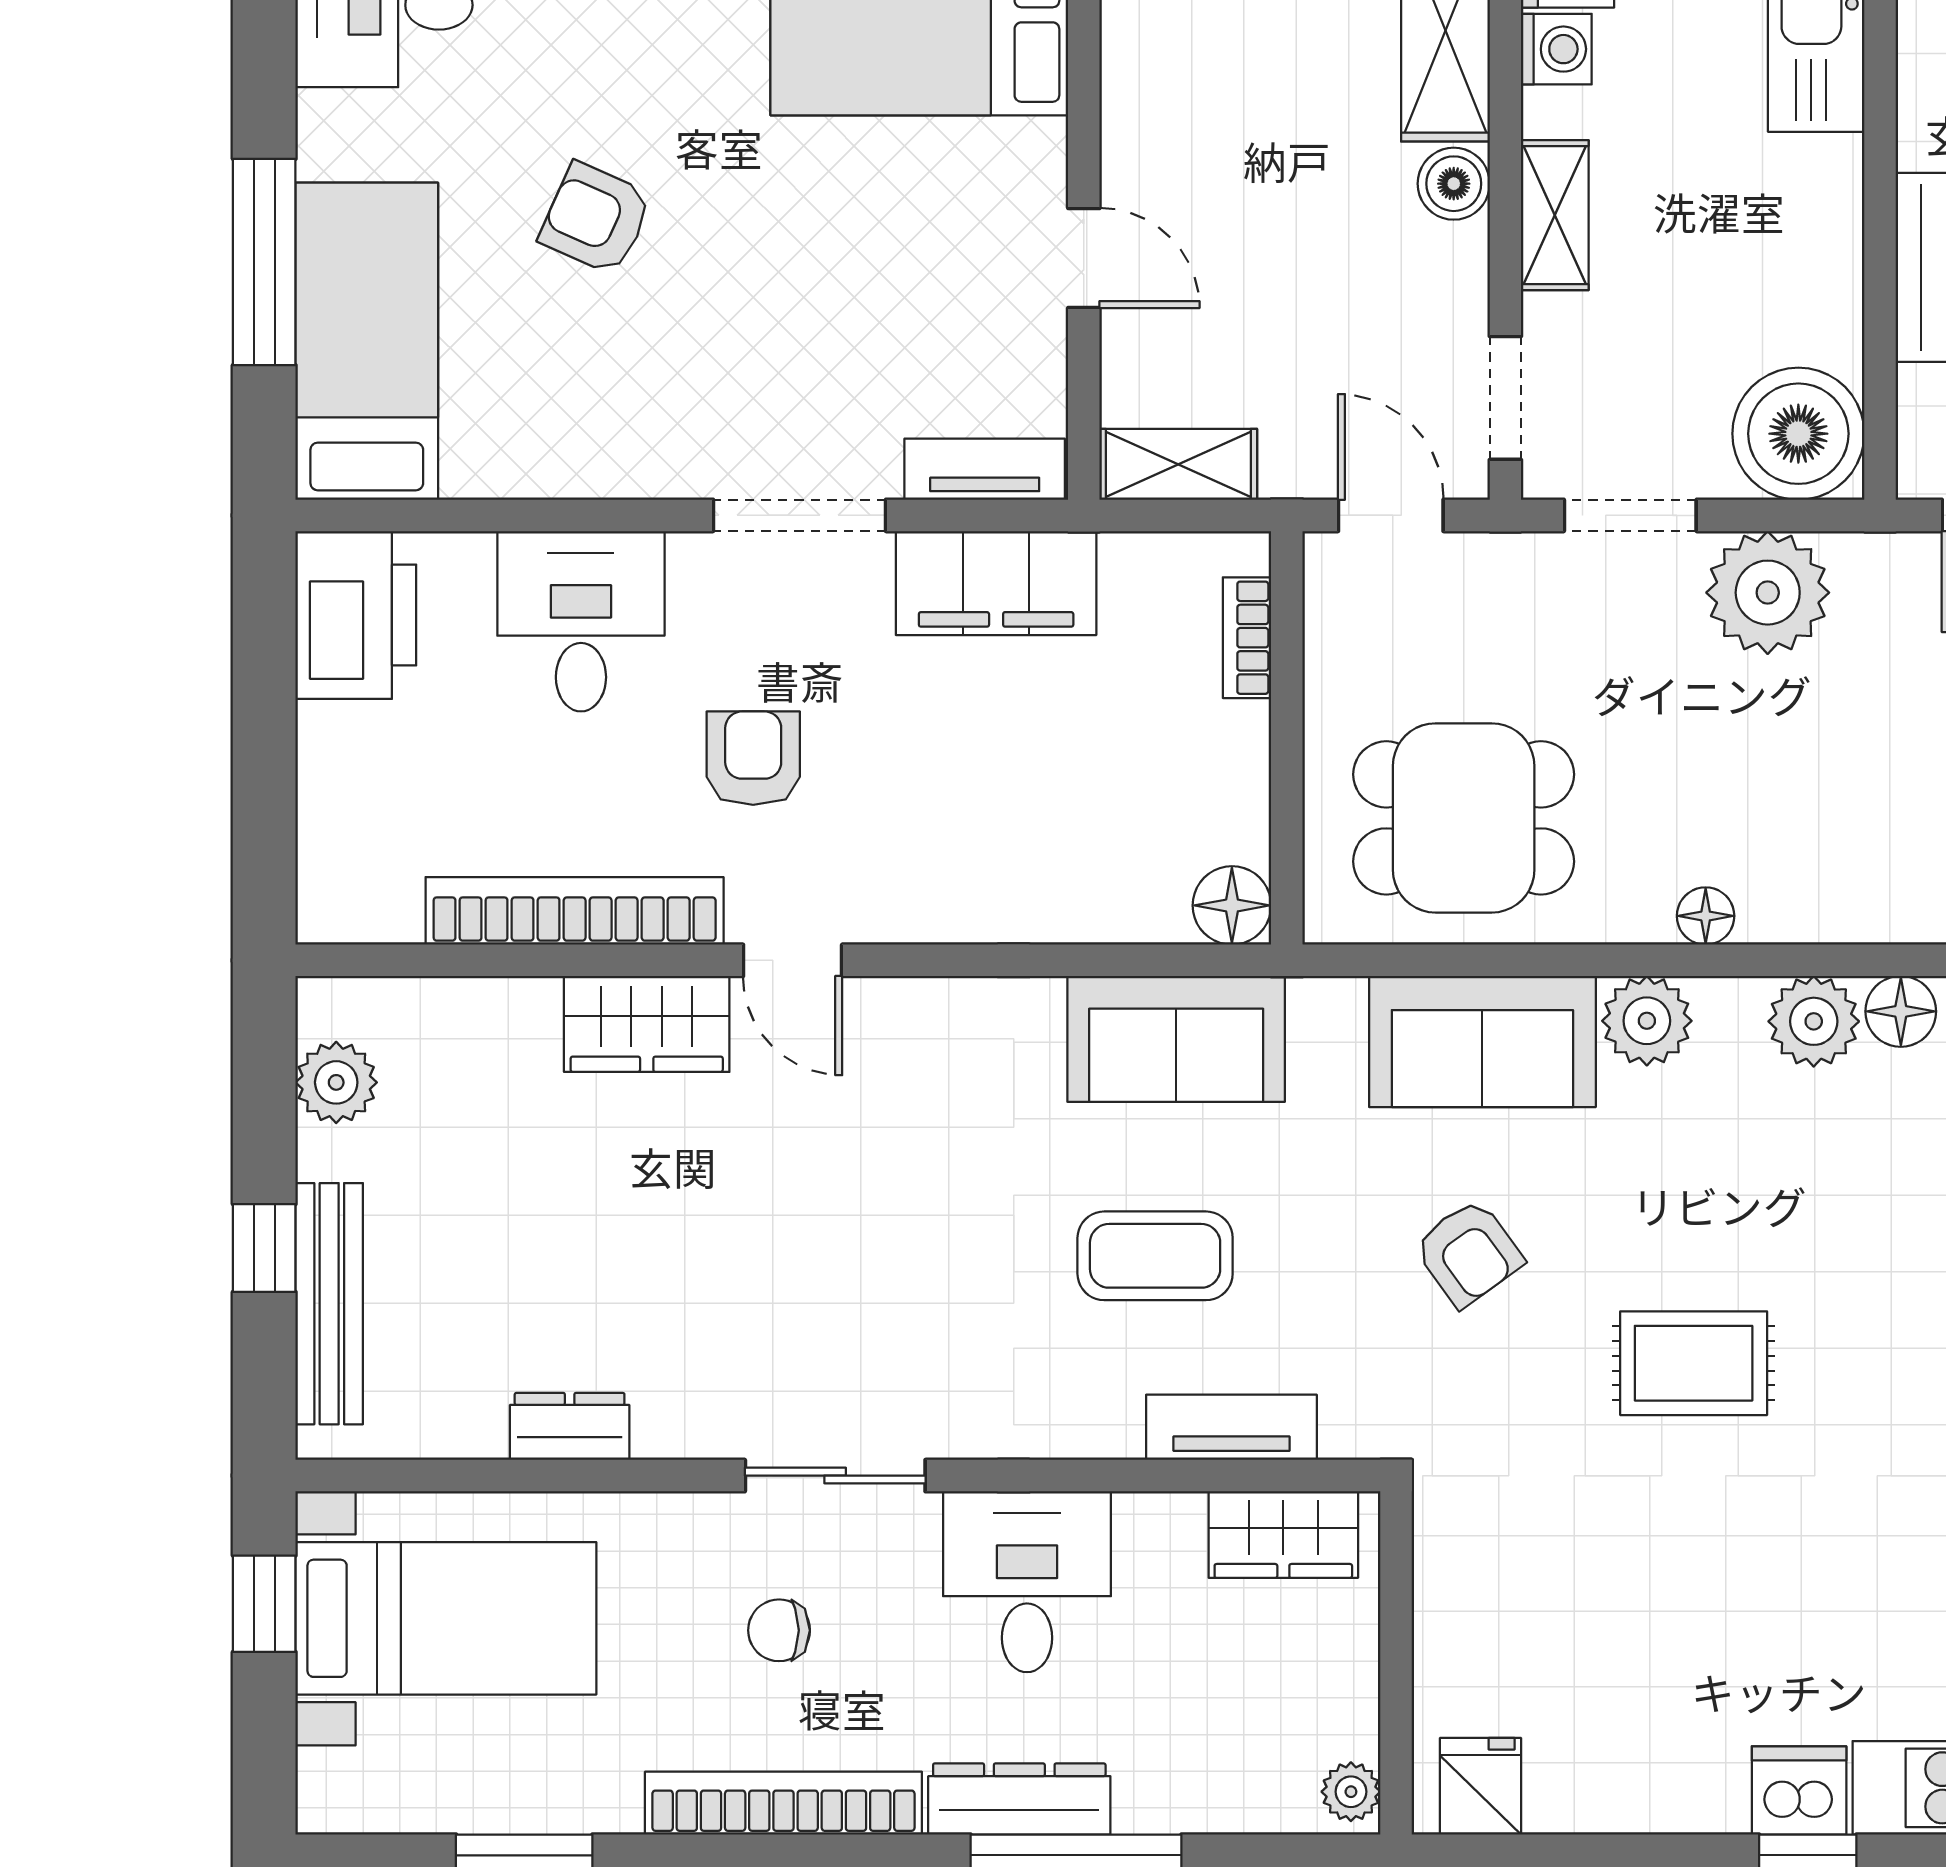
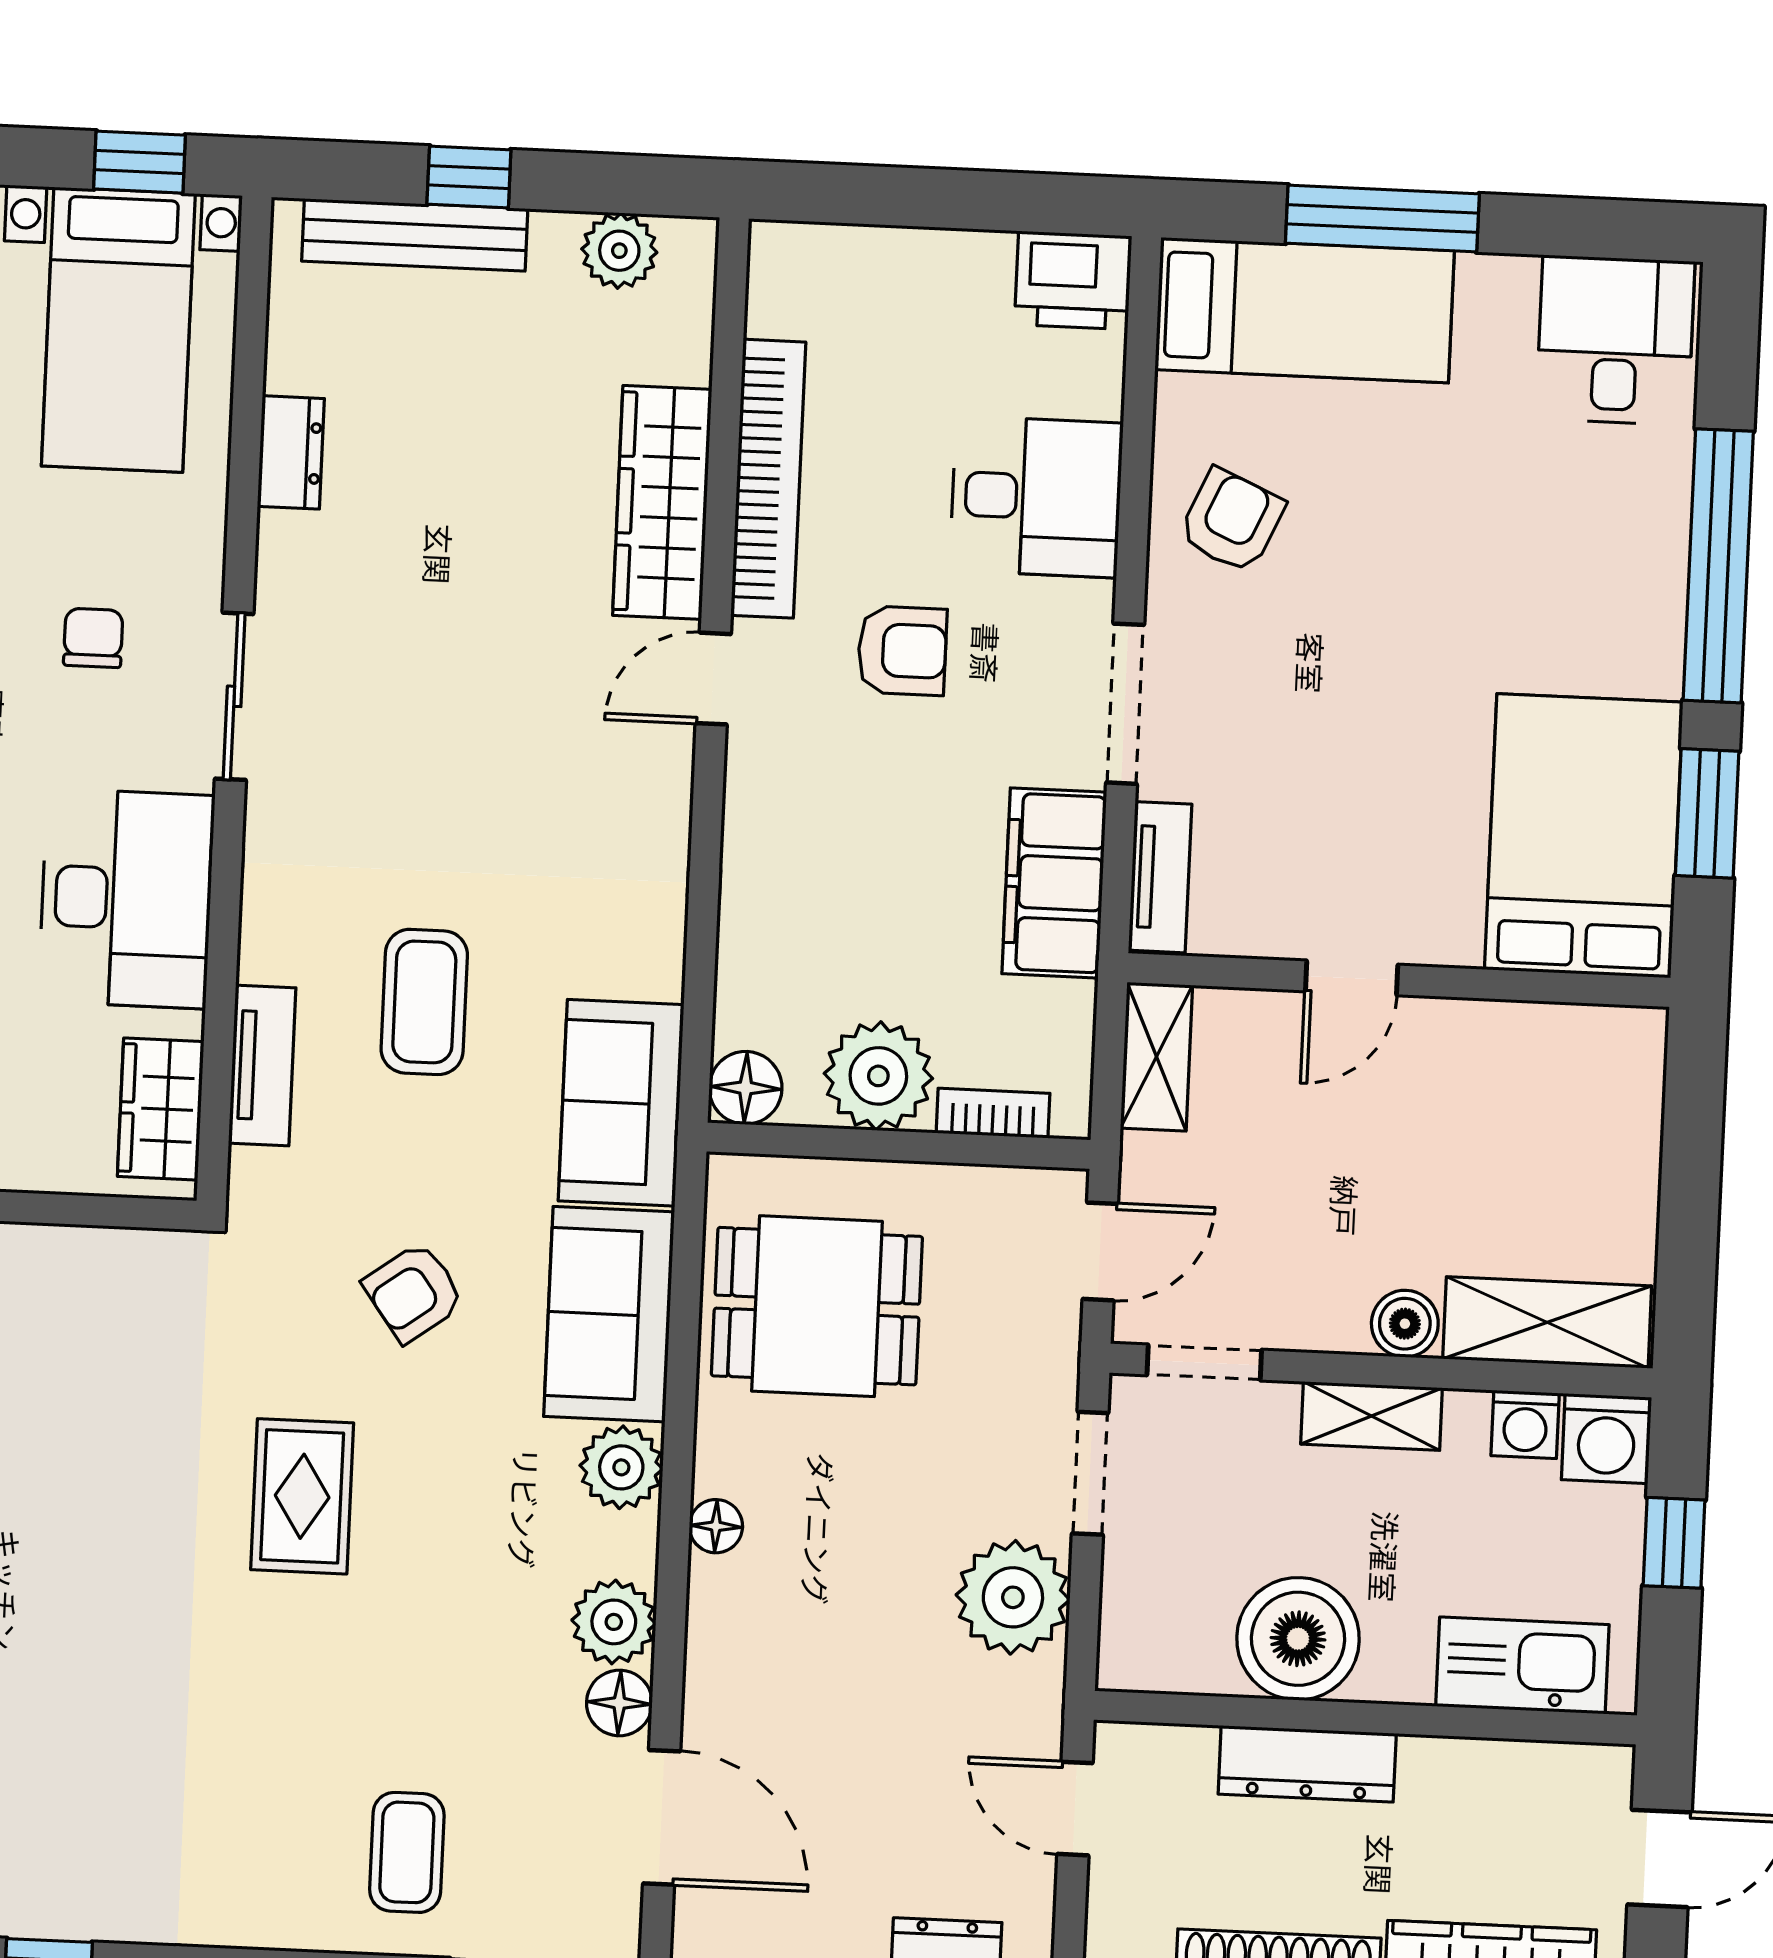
armchair: (596, 218) -> (1232, 521), moved
boiler: (1798, 434) -> (1298, 1639), moved
printer: (356, 615) -> (1073, 280), width x0.73, depth x0.84
plant: (1213, 763) -> (878, 1076), added
dining table: (1464, 818) -> (817, 1306), turned 90
wardrobe: (647, 1024) -> (662, 502), width x1.50
sofa: (1176, 1039) -> (621, 1103), moved
desk: (1027, 1582) -> (126, 899), width x1.37

